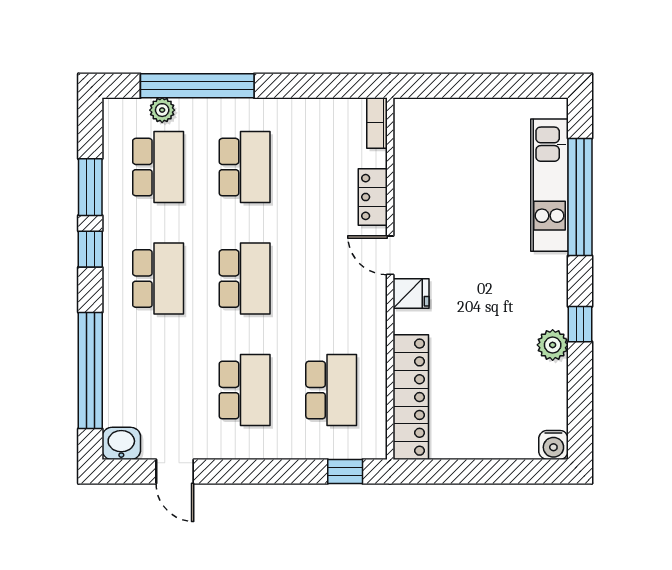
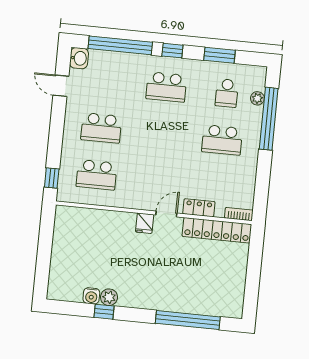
school desk: (158, 167) -> (227, 93), width x0.54
kitchen unit: (549, 185) -> (196, 304), removed
window: (90, 249) -> (172, 51), moved
school desk: (245, 279) -> (162, 134), removed
window: (580, 324) -> (104, 312), moved
locker: (411, 397) -> (217, 230), moved
water cooler: (553, 445) -> (91, 296), moved, turned -90
door: (175, 471) -> (61, 86), hinge flipped

